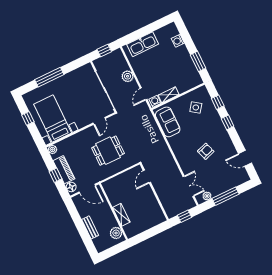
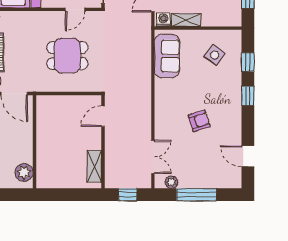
shelving: (121, 215) -> (94, 166), moved

